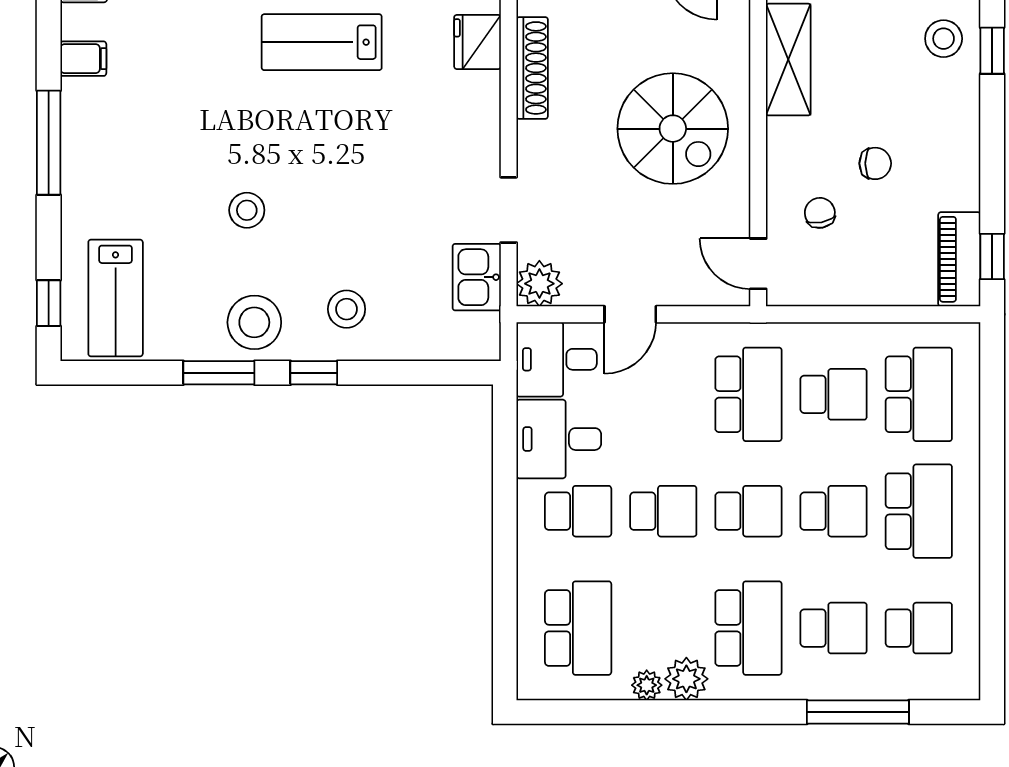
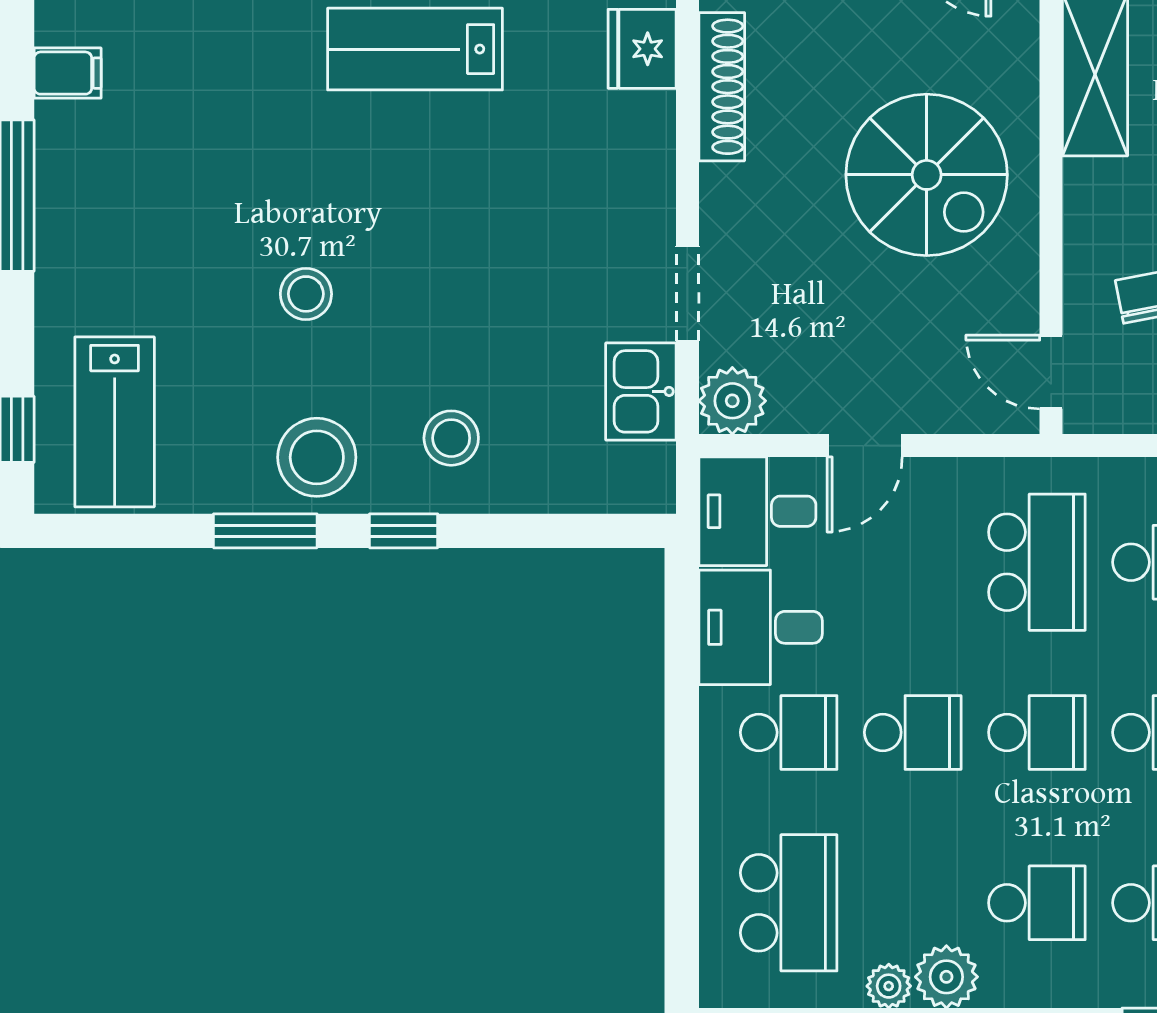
school desk: (748, 628) -> (1037, 903), width x0.54

